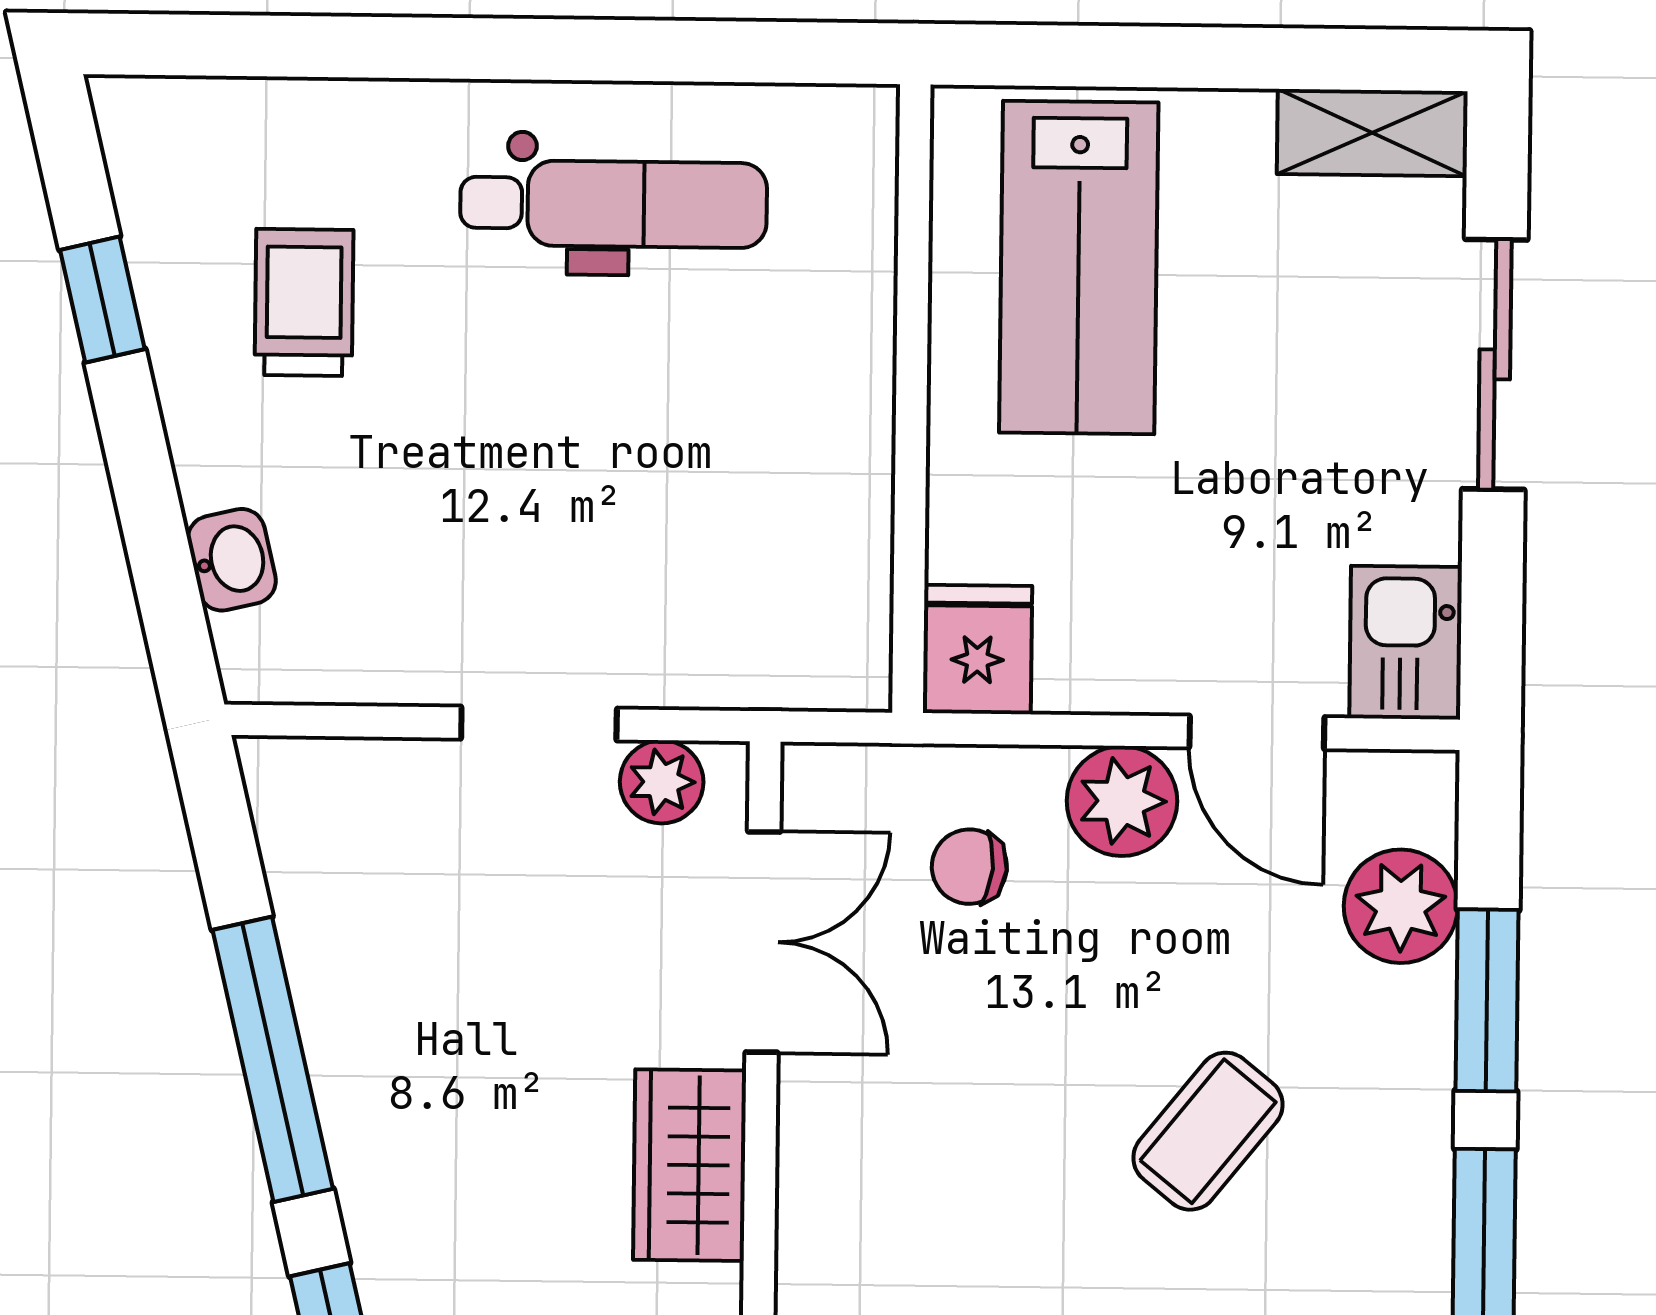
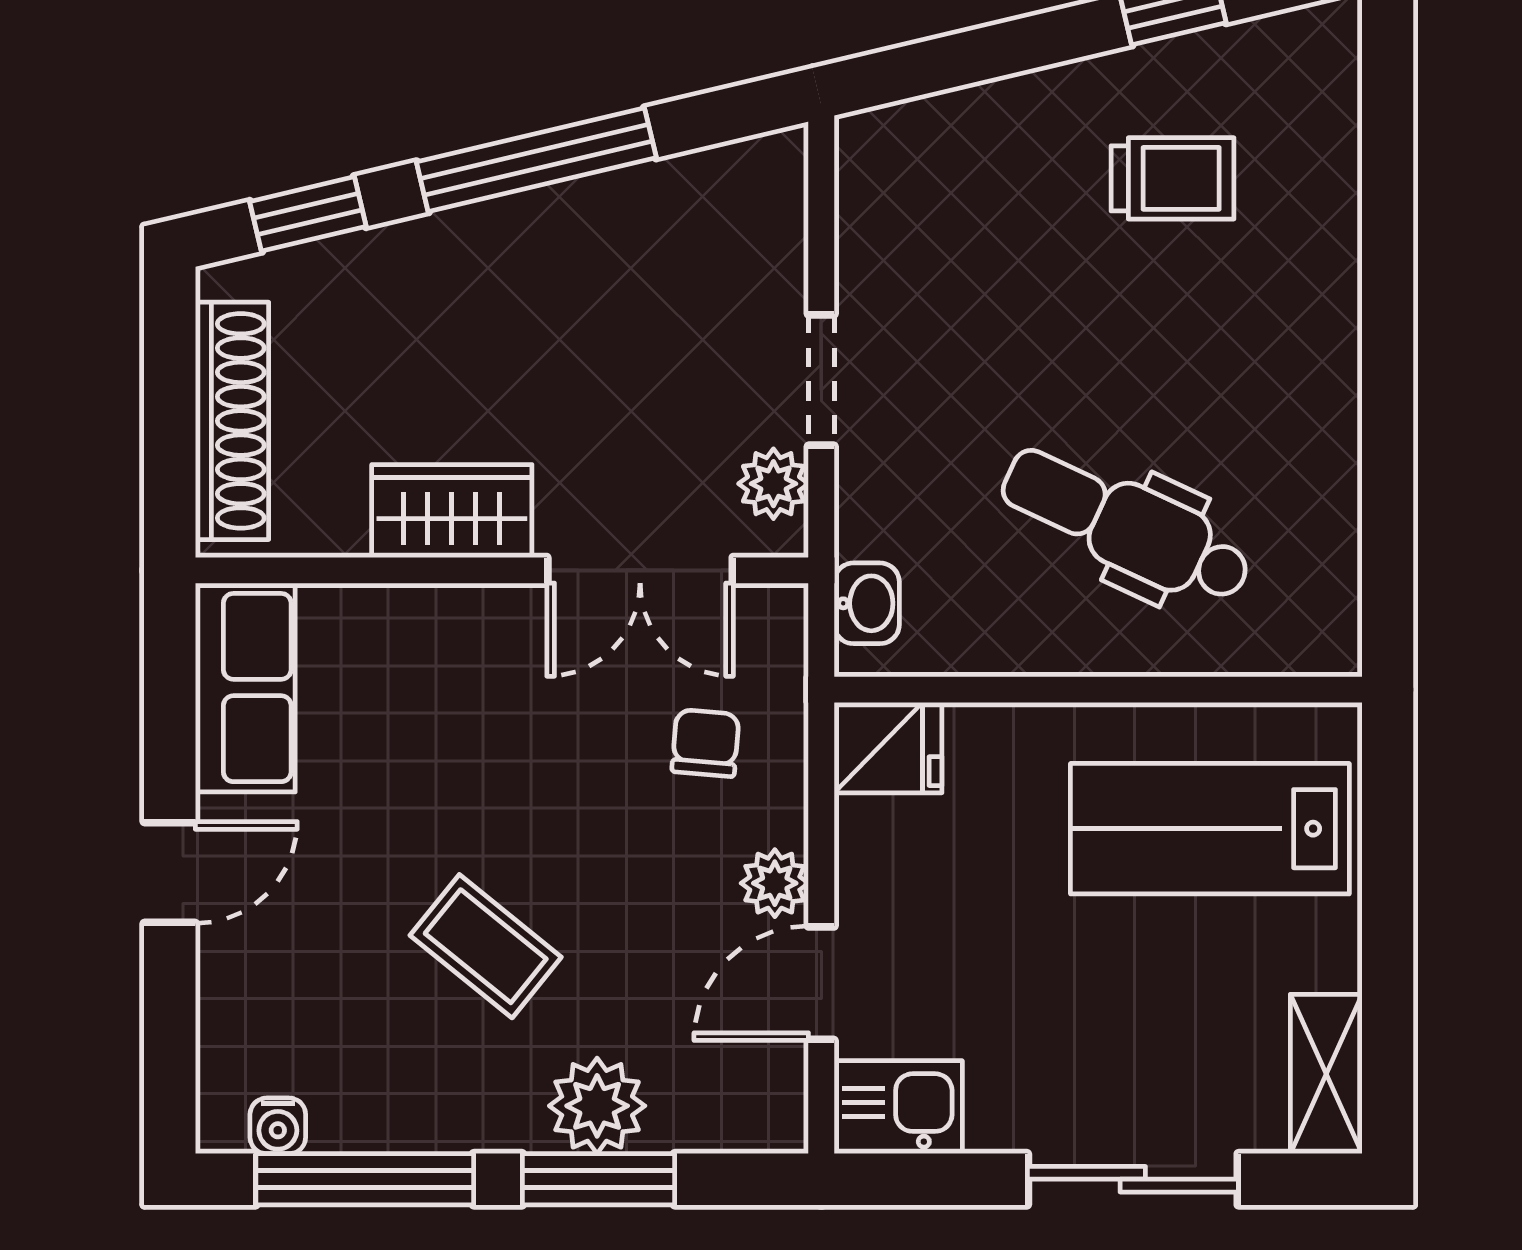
dental chair: (614, 204) -> (1126, 526), moved, turned 115
washbasin: (232, 560) -> (867, 603), moved, turned -77
plant: (1122, 801) -> (775, 883), width x0.73, depth x0.73
plant: (1401, 906) -> (597, 1106), moved

